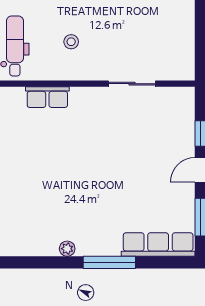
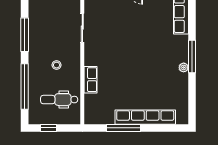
window: (109, 262) -> (192, 57), moved

